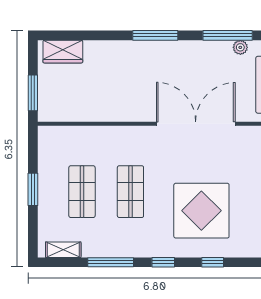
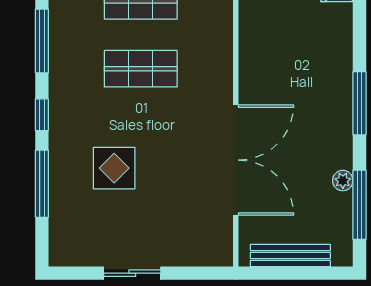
plant: (240, 47) -> (343, 181), moved
display table: (201, 211) -> (114, 168), width x0.54, depth x0.54
window: (213, 262) -> (42, 184), width x2.17

